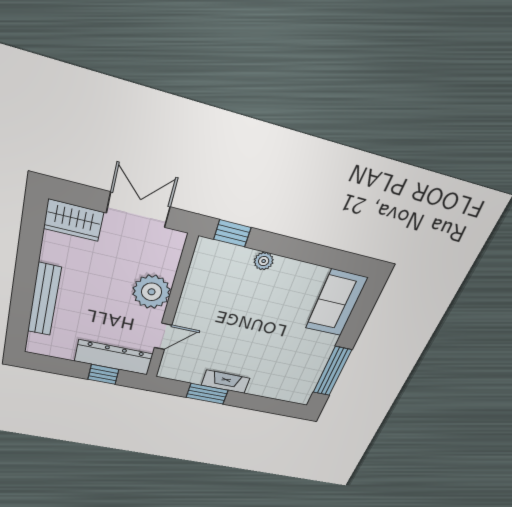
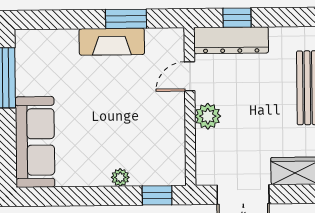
plant: (152, 292) -> (208, 116), width x0.73, depth x0.73
sofa: (336, 303) -> (35, 142), width x1.36
fireplace: (226, 382) -> (112, 42), width x1.37, depth x1.32

